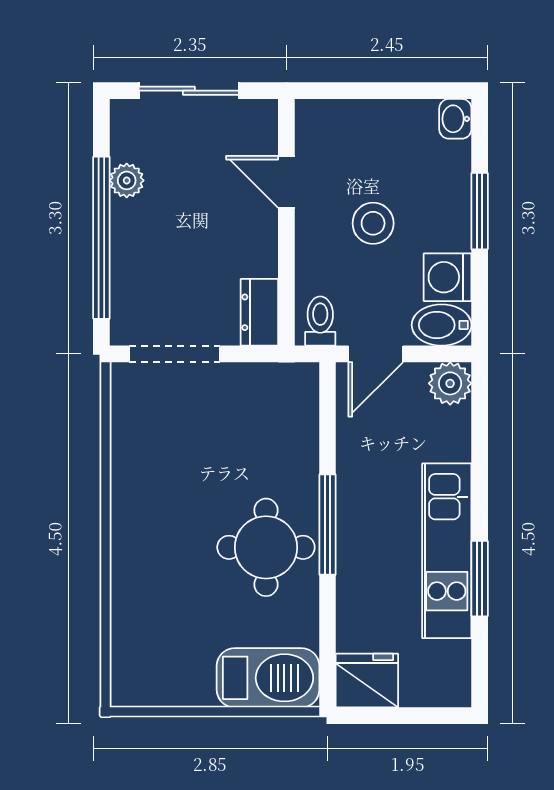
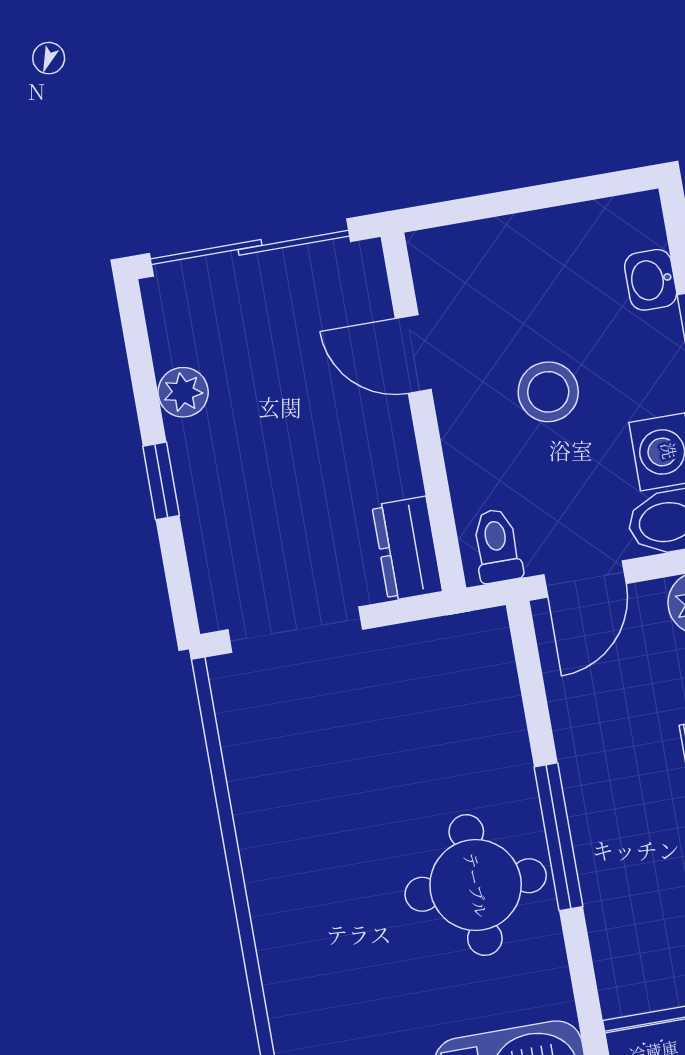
sliding door: (189, 91) -> (250, 247), width x1.37
washbasin: (455, 119) -> (651, 280), moved
window: (101, 238) -> (161, 481), width x0.32

